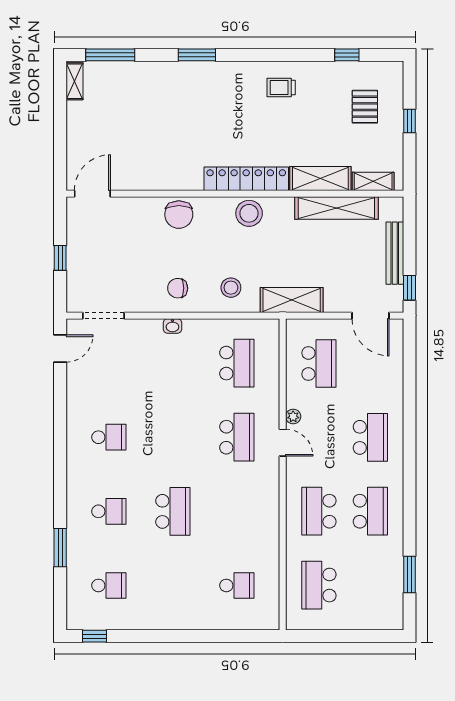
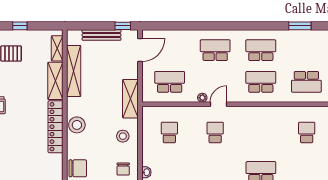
school desk: (237, 363) -> (169, 132), width x0.54
school desk: (237, 437) -> (215, 132), width x0.54
school desk: (319, 511) -> (261, 82), turned 180

